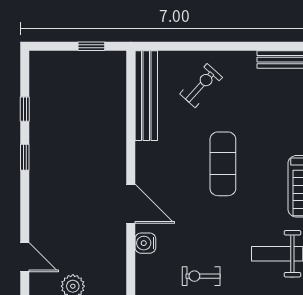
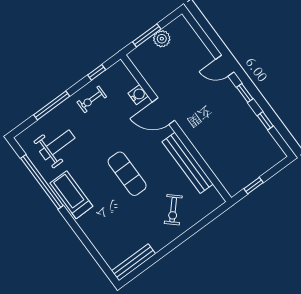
bench: (146, 96) -> (188, 163), moved
door: (25, 257) -> (225, 66), moved
exercise bike: (201, 276) -> (92, 99), turned 180

